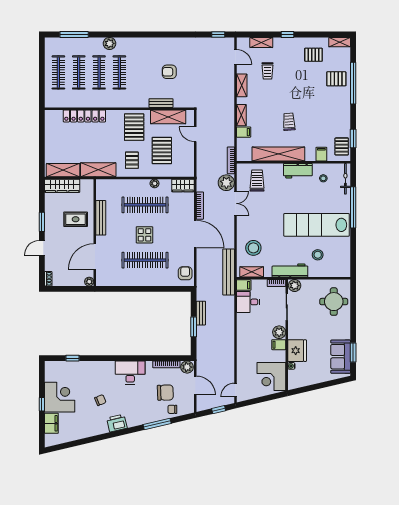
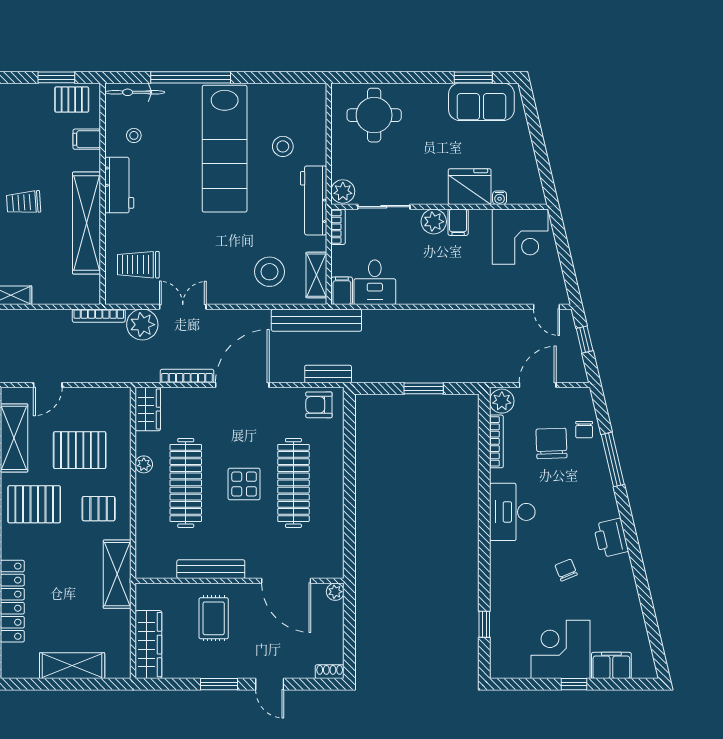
filing cabinet: (244, 132) -> (44, 291), removed
shelving: (63, 170) -> (72, 666), moved, turned 90
bench: (201, 313) -> (328, 374), moved

